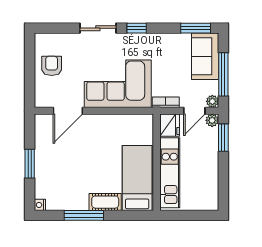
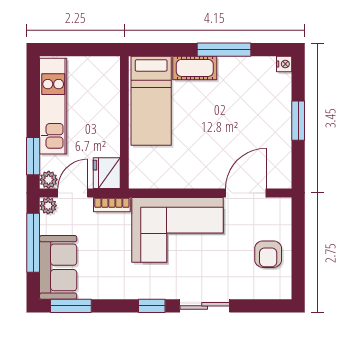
kitchen unit: (170, 173) -> (53, 106), moved, turned 180

